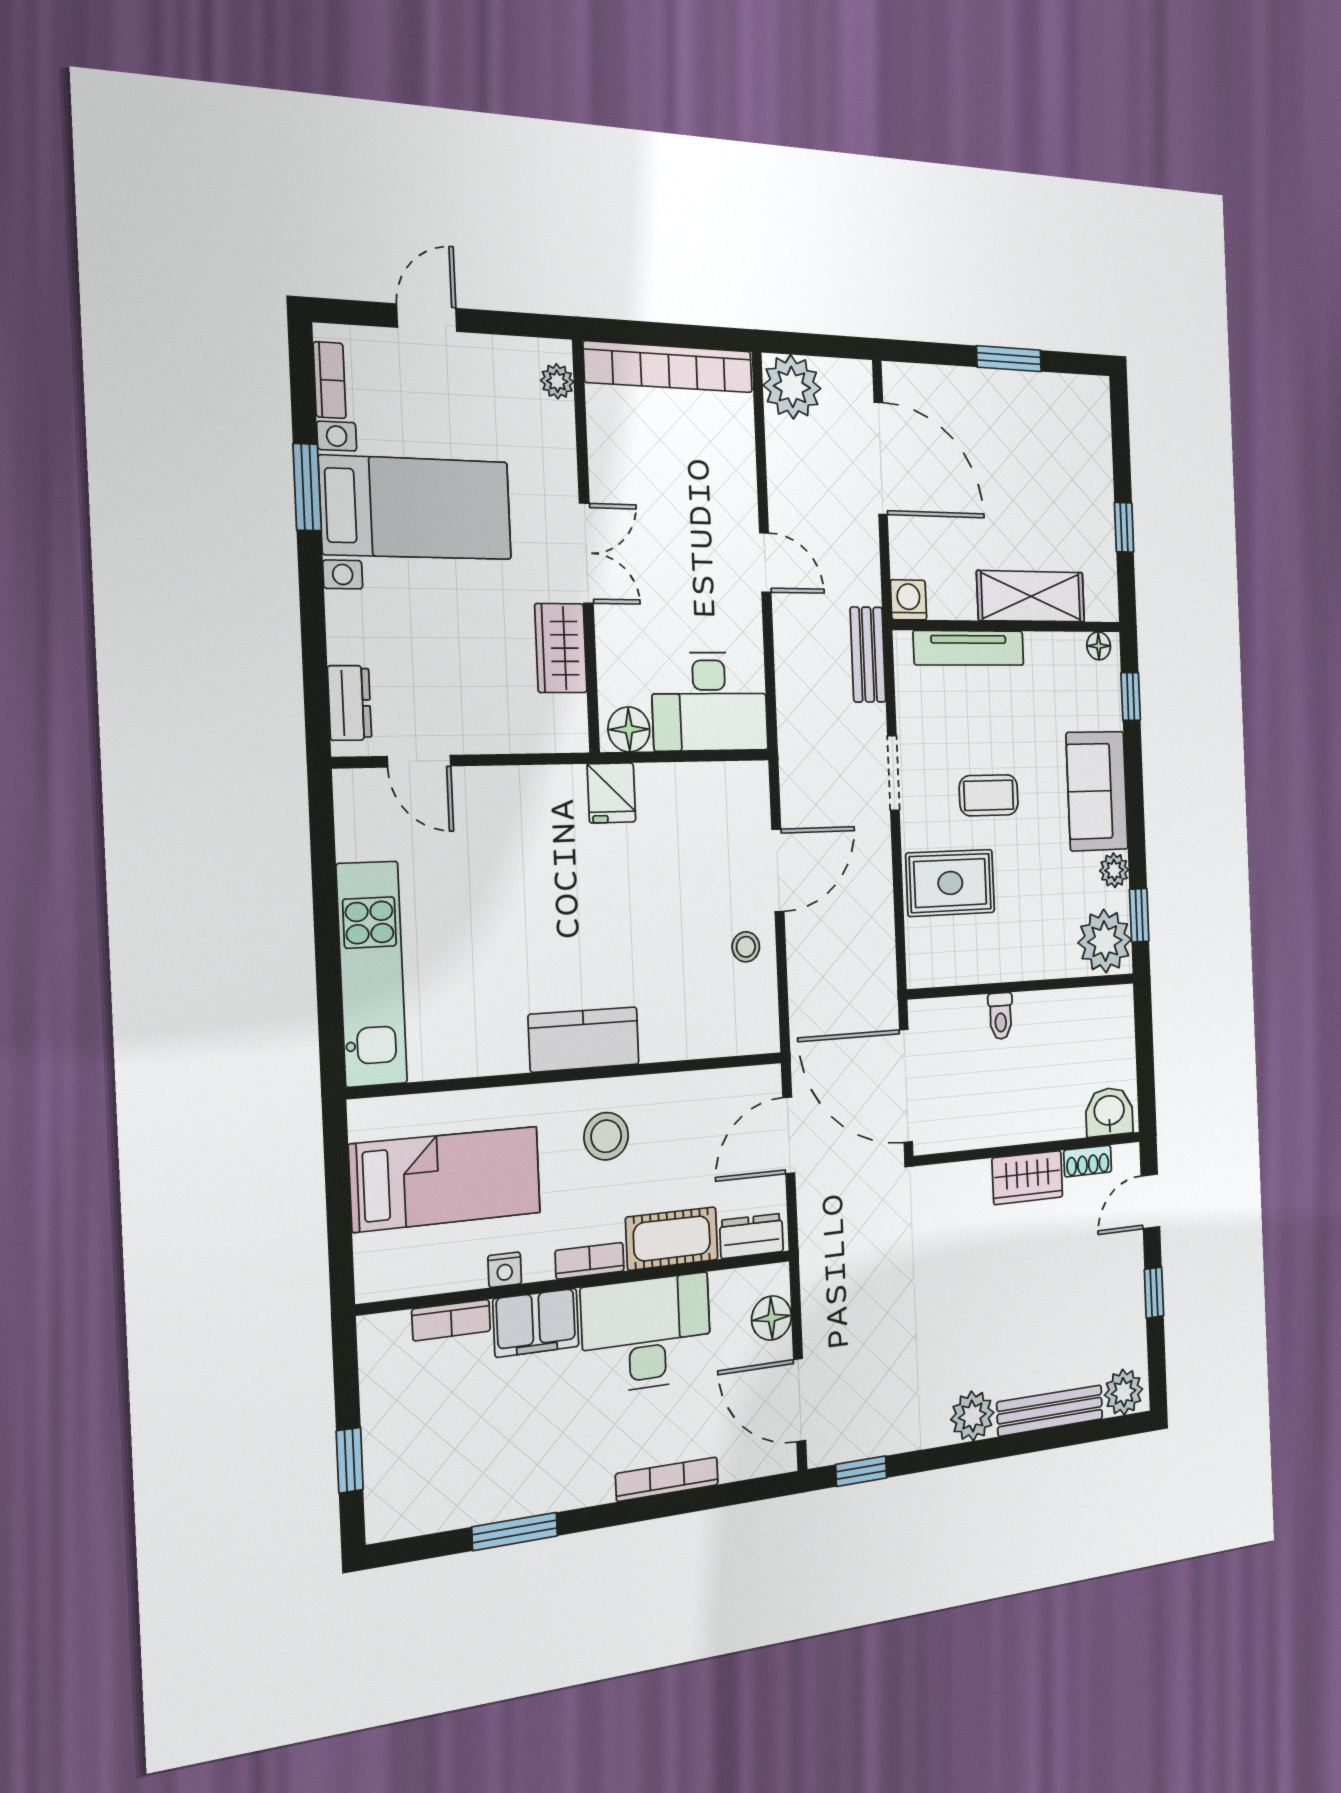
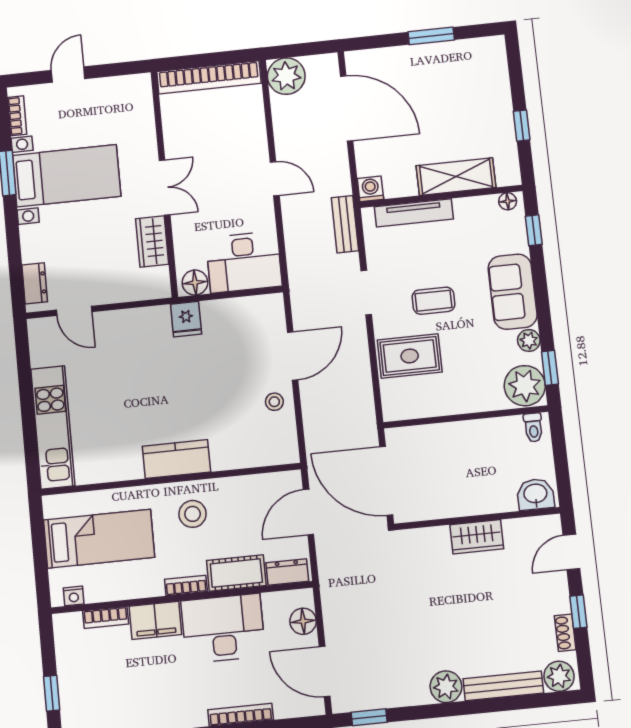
plant: (557, 381) -> (143, 96), removed
toilet: (1001, 1016) -> (533, 428), moved
shoe rack: (1088, 1161) -> (565, 633), moved, turned 90
nightstand: (505, 1270) -> (74, 596), moved

